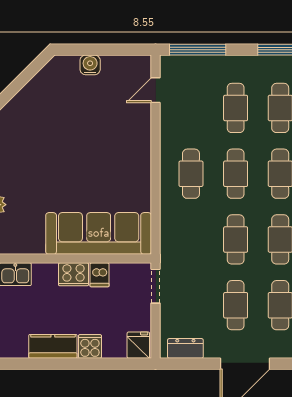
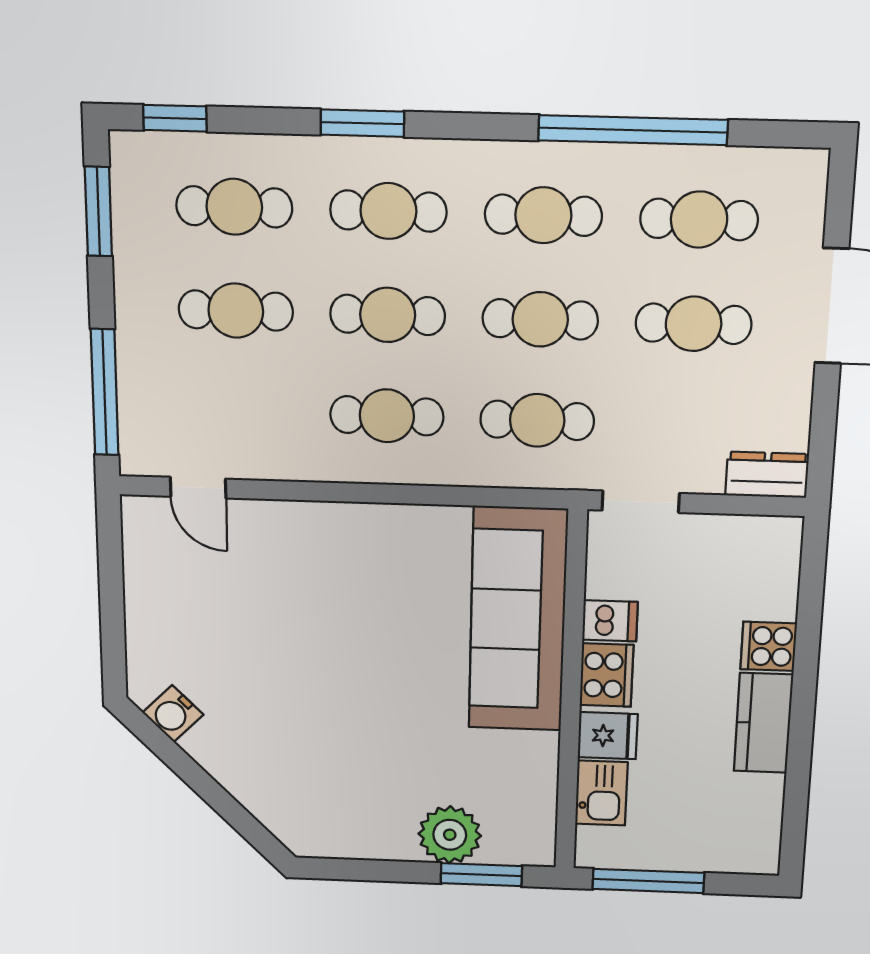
water cooler: (90, 65) -> (173, 714), moved, turned -45
cafe table: (191, 239) -> (537, 420), added
fridge: (138, 345) -> (608, 736), moved, turned 180
dresser: (185, 348) -> (767, 475), moved, turned 90

